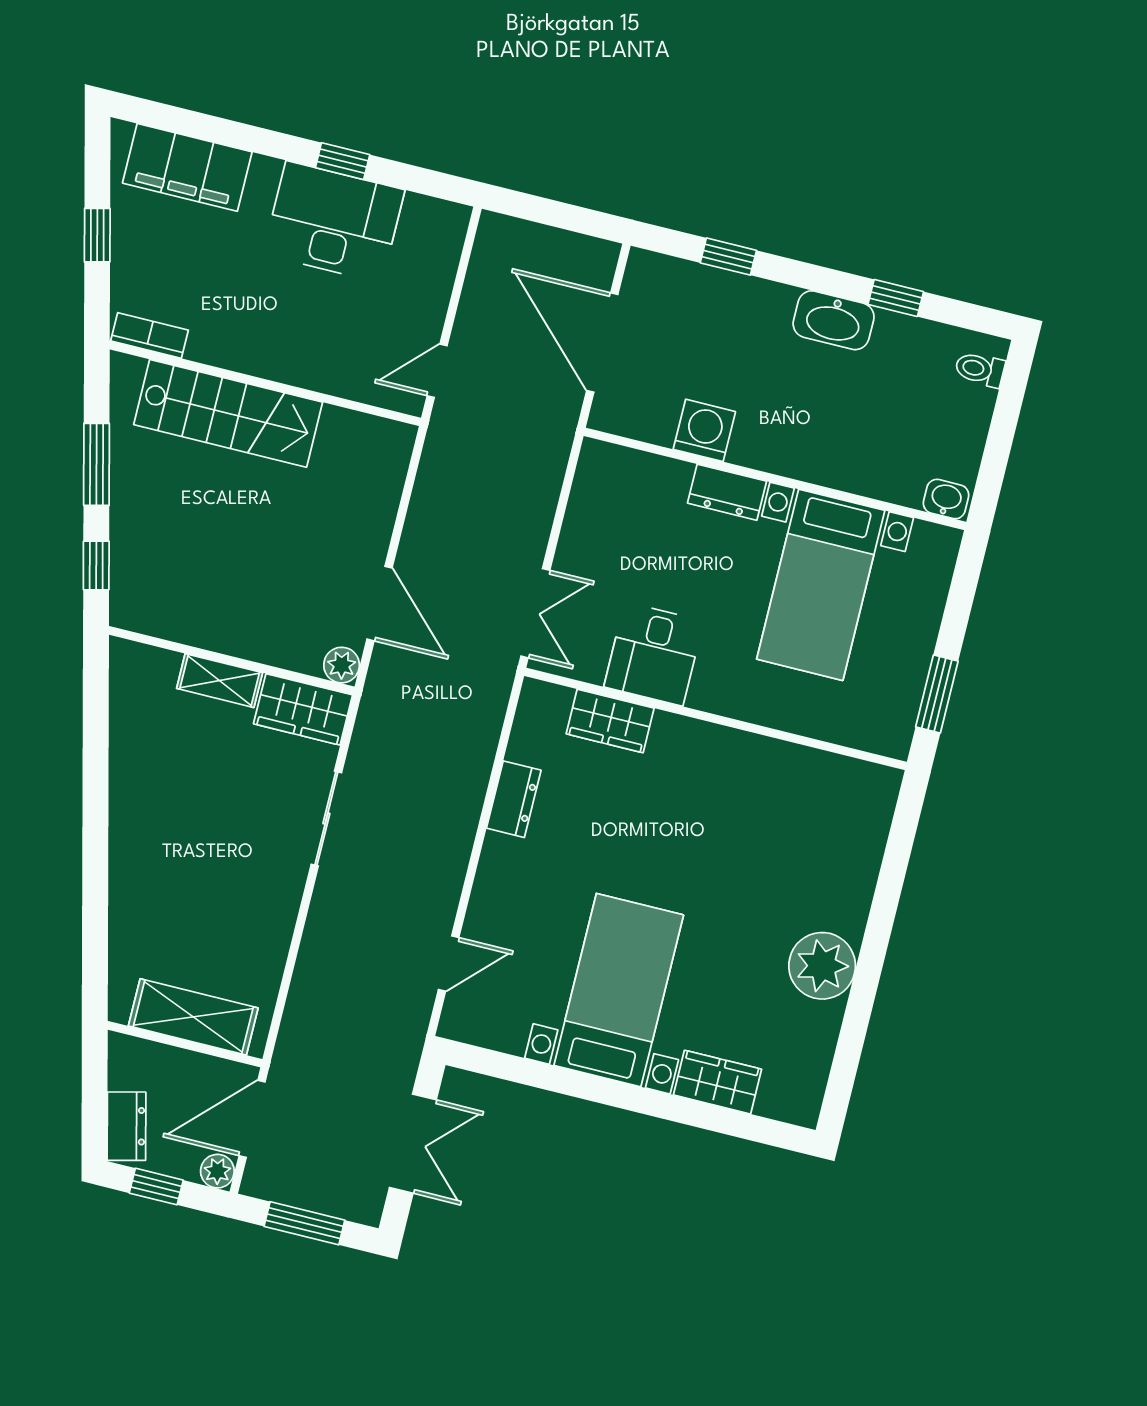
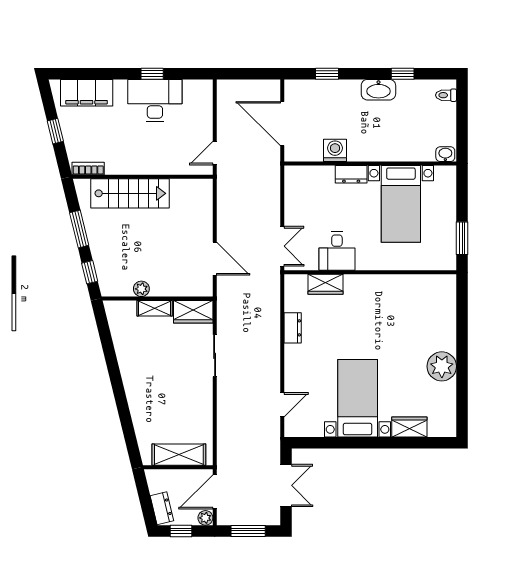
plant: (342, 665) -> (141, 289), moved

